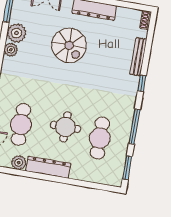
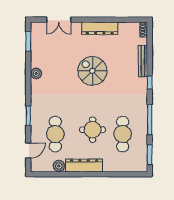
plant: (17, 33) -> (39, 59), removed
spiral stairs: (69, 45) -> (92, 71), moved, turned 180

